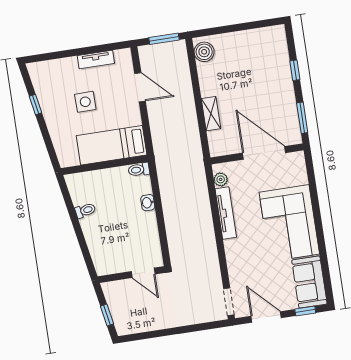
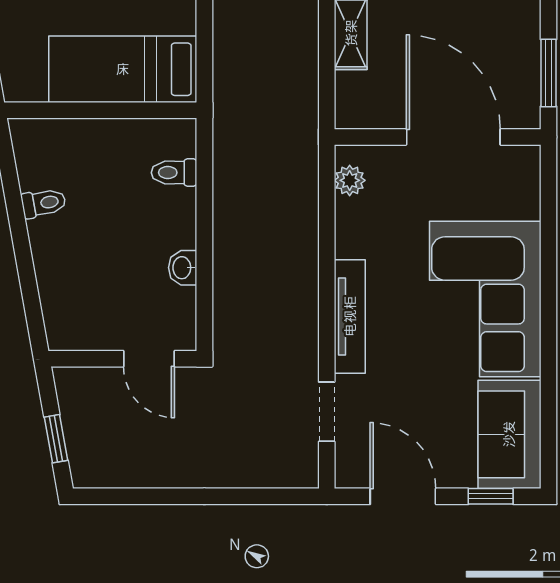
toilet: (139, 170) -> (174, 173), moved
washbasin: (148, 203) -> (183, 268), moved
tv unit: (226, 213) -> (350, 316), moved
doorway: (229, 302) -> (327, 412), moved

